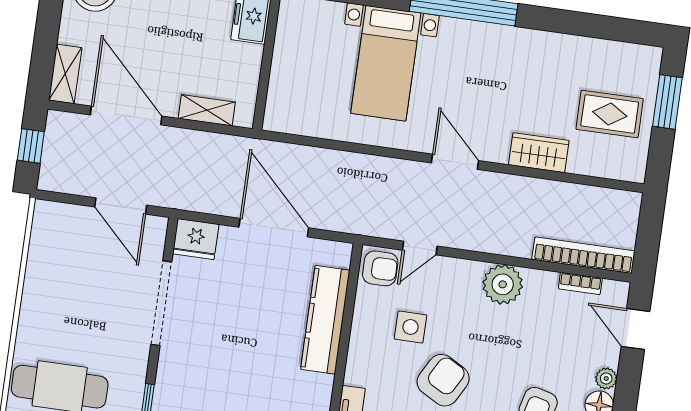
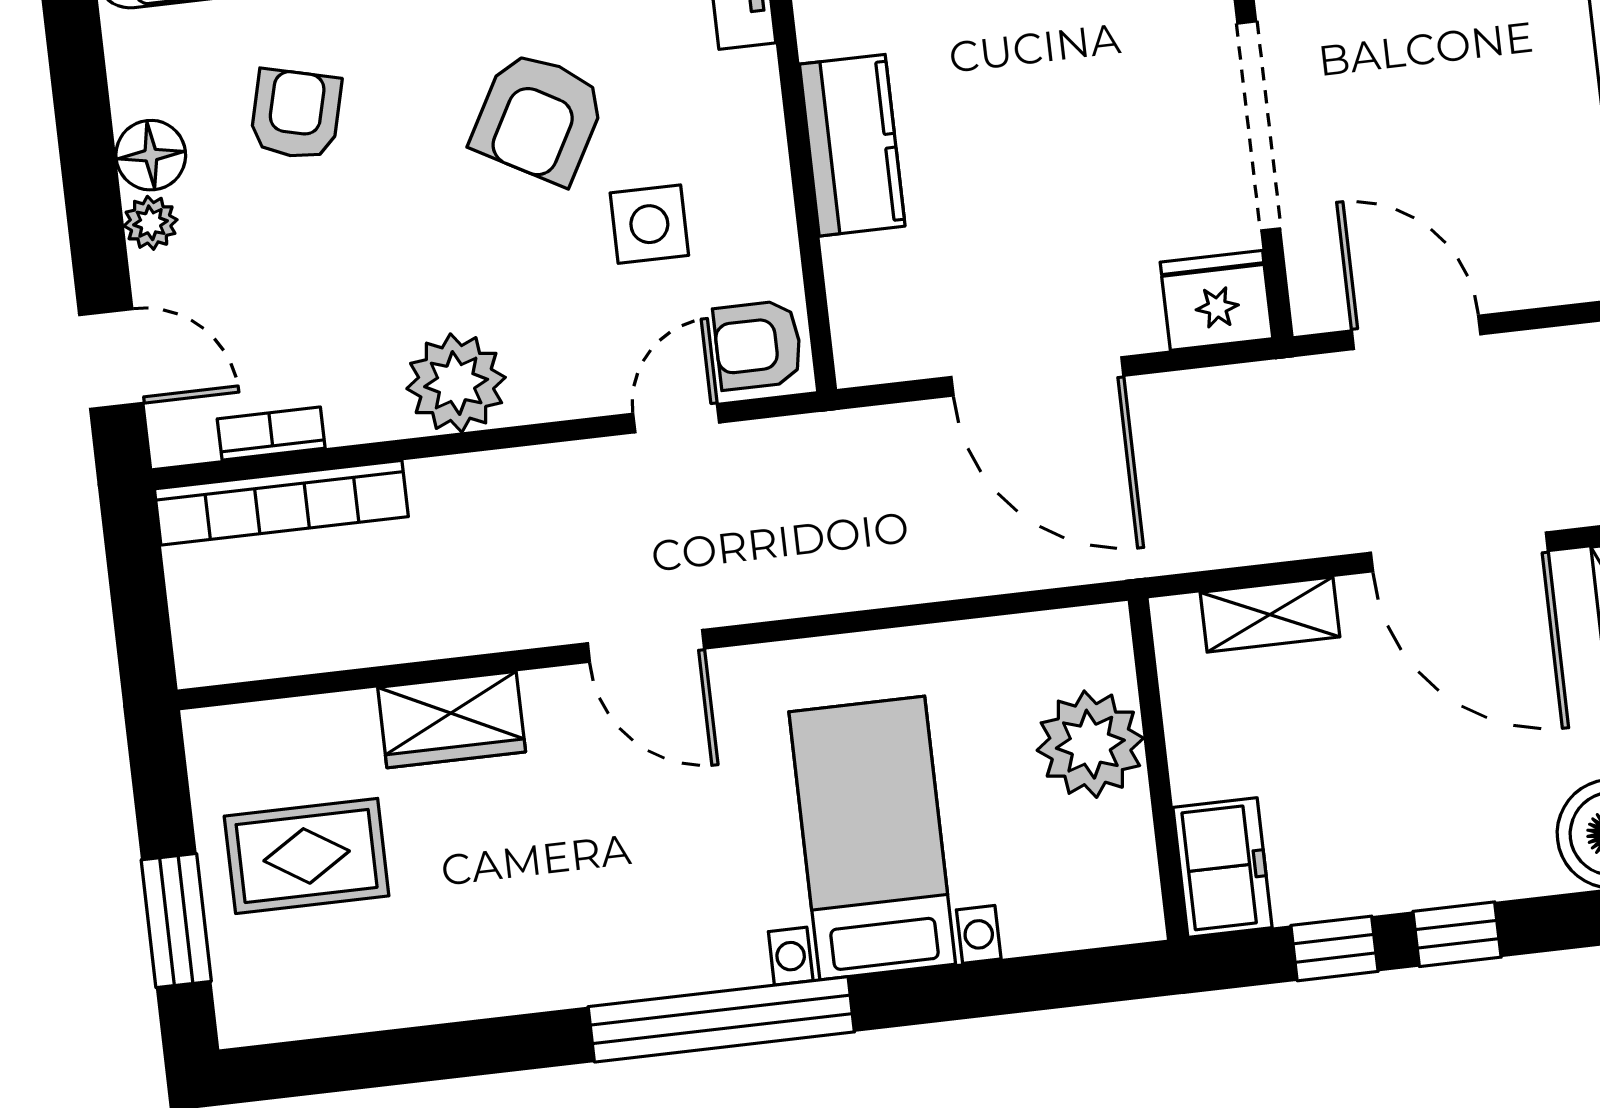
plant: (291, 78) -> (1090, 744), added
kitchen counter: (325, 320) -> (852, 145), width x0.67

